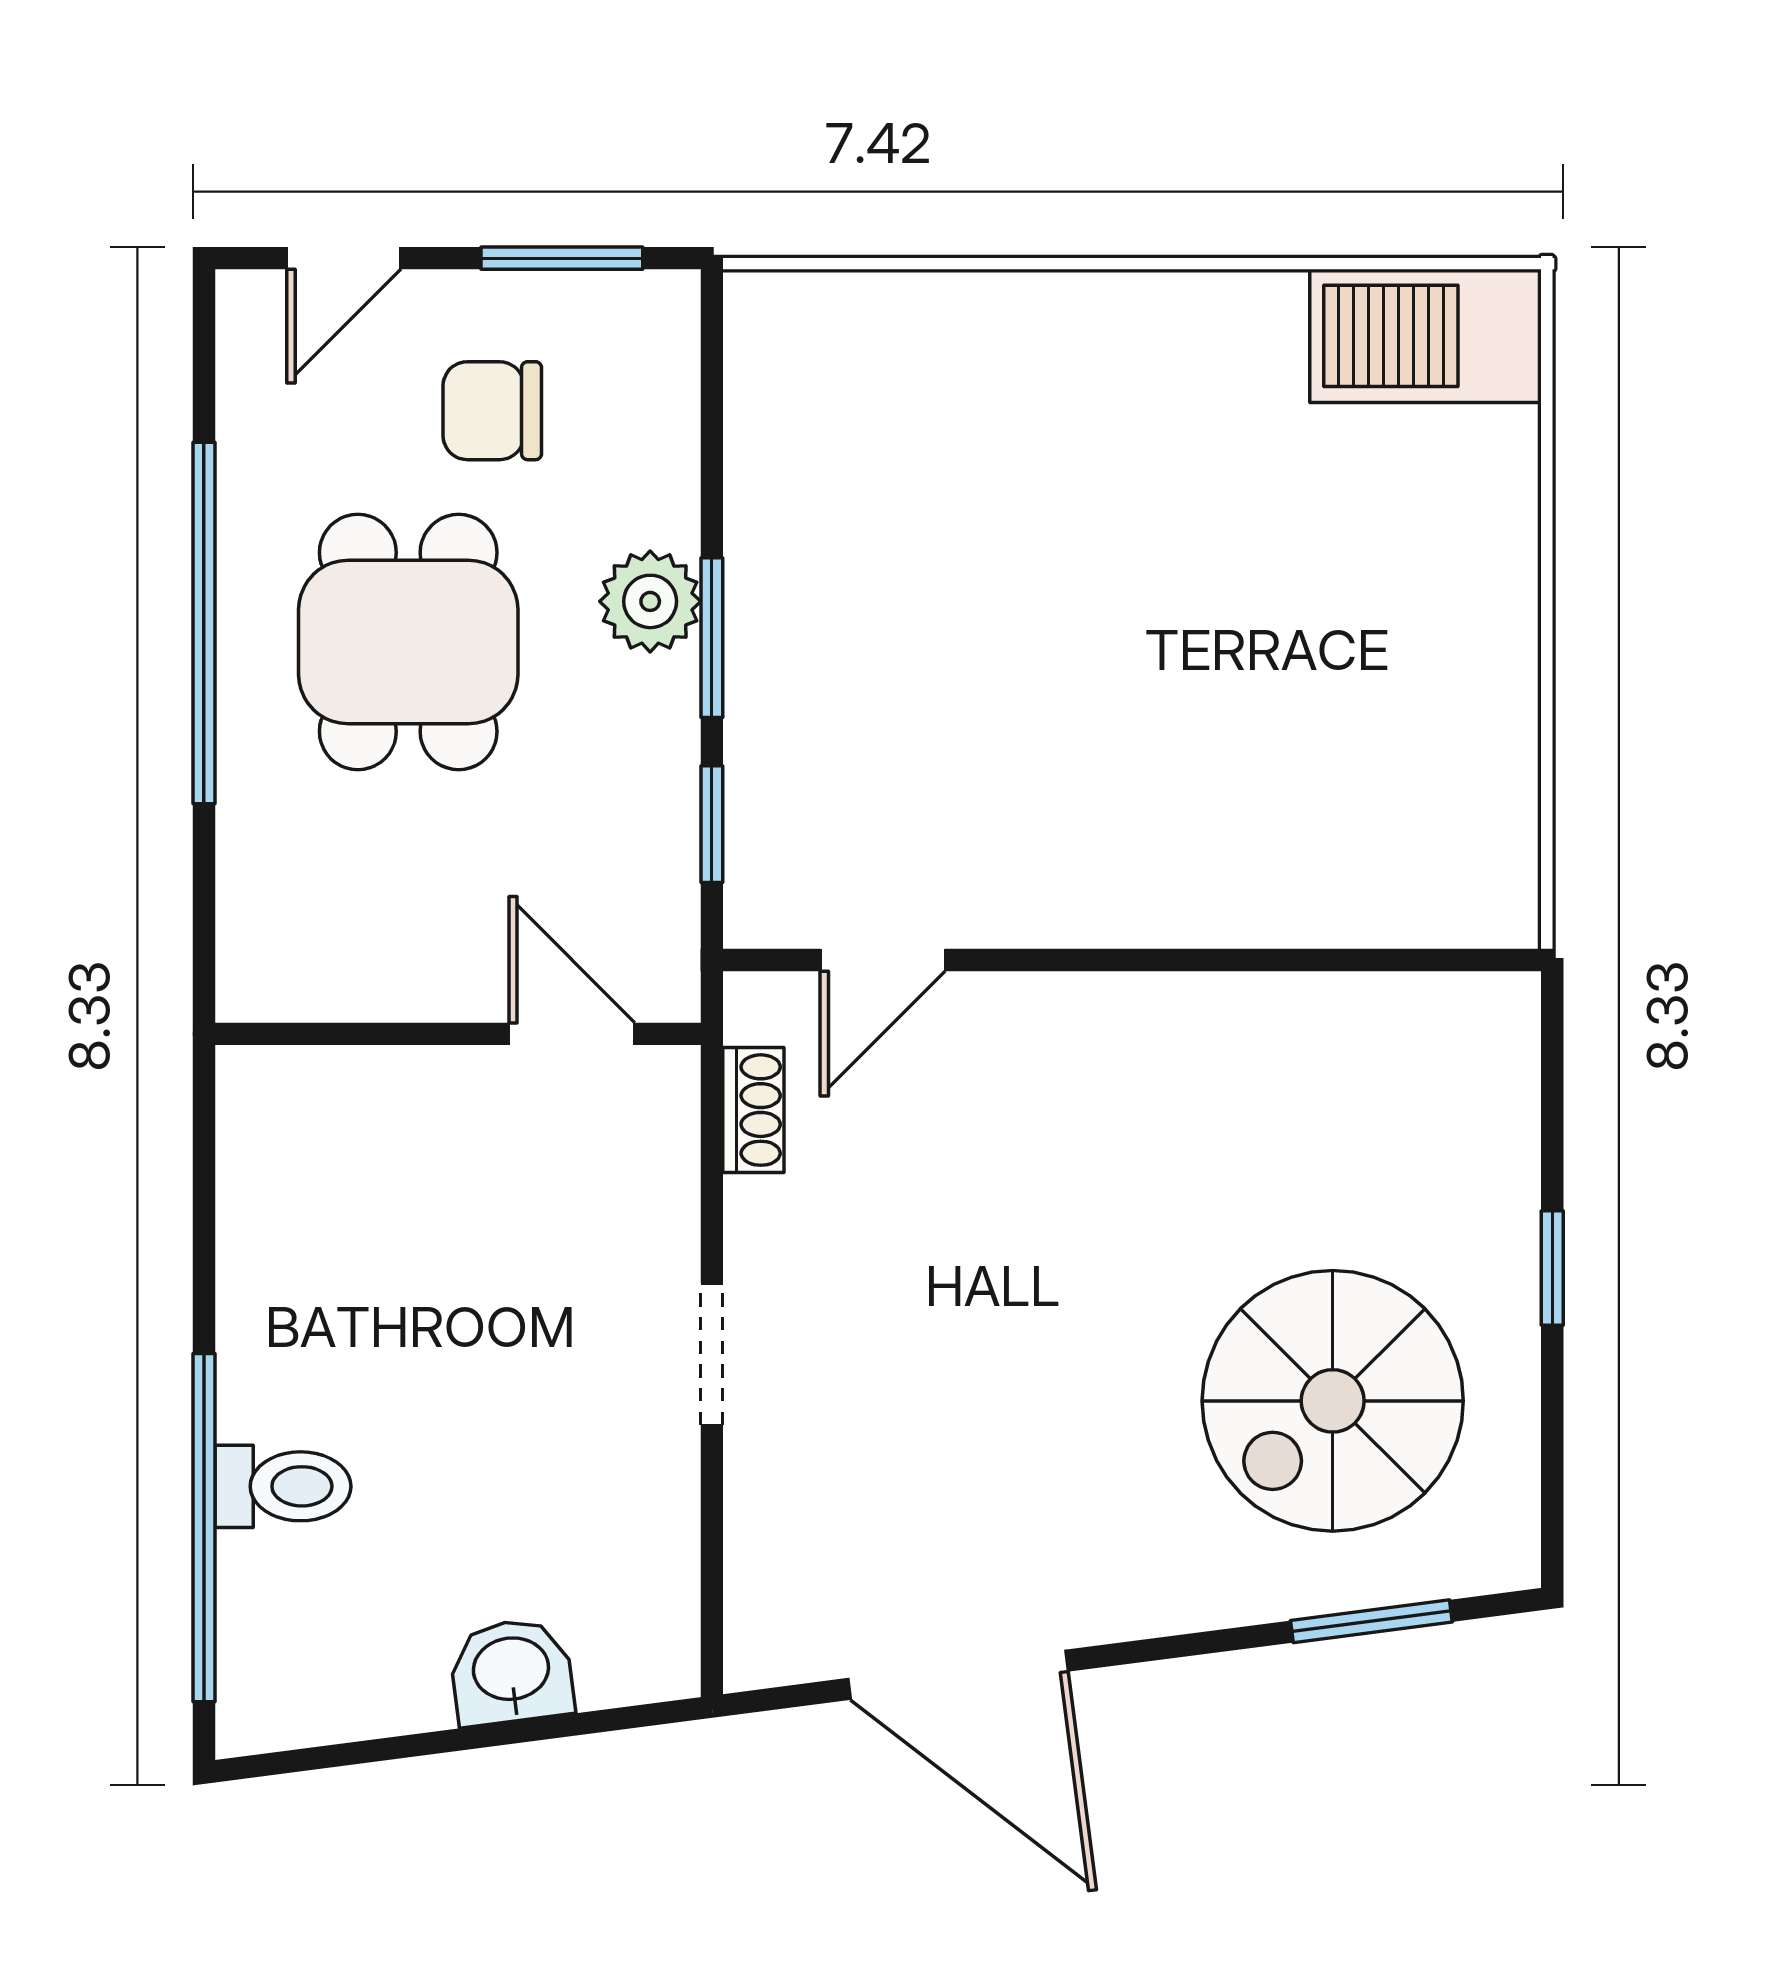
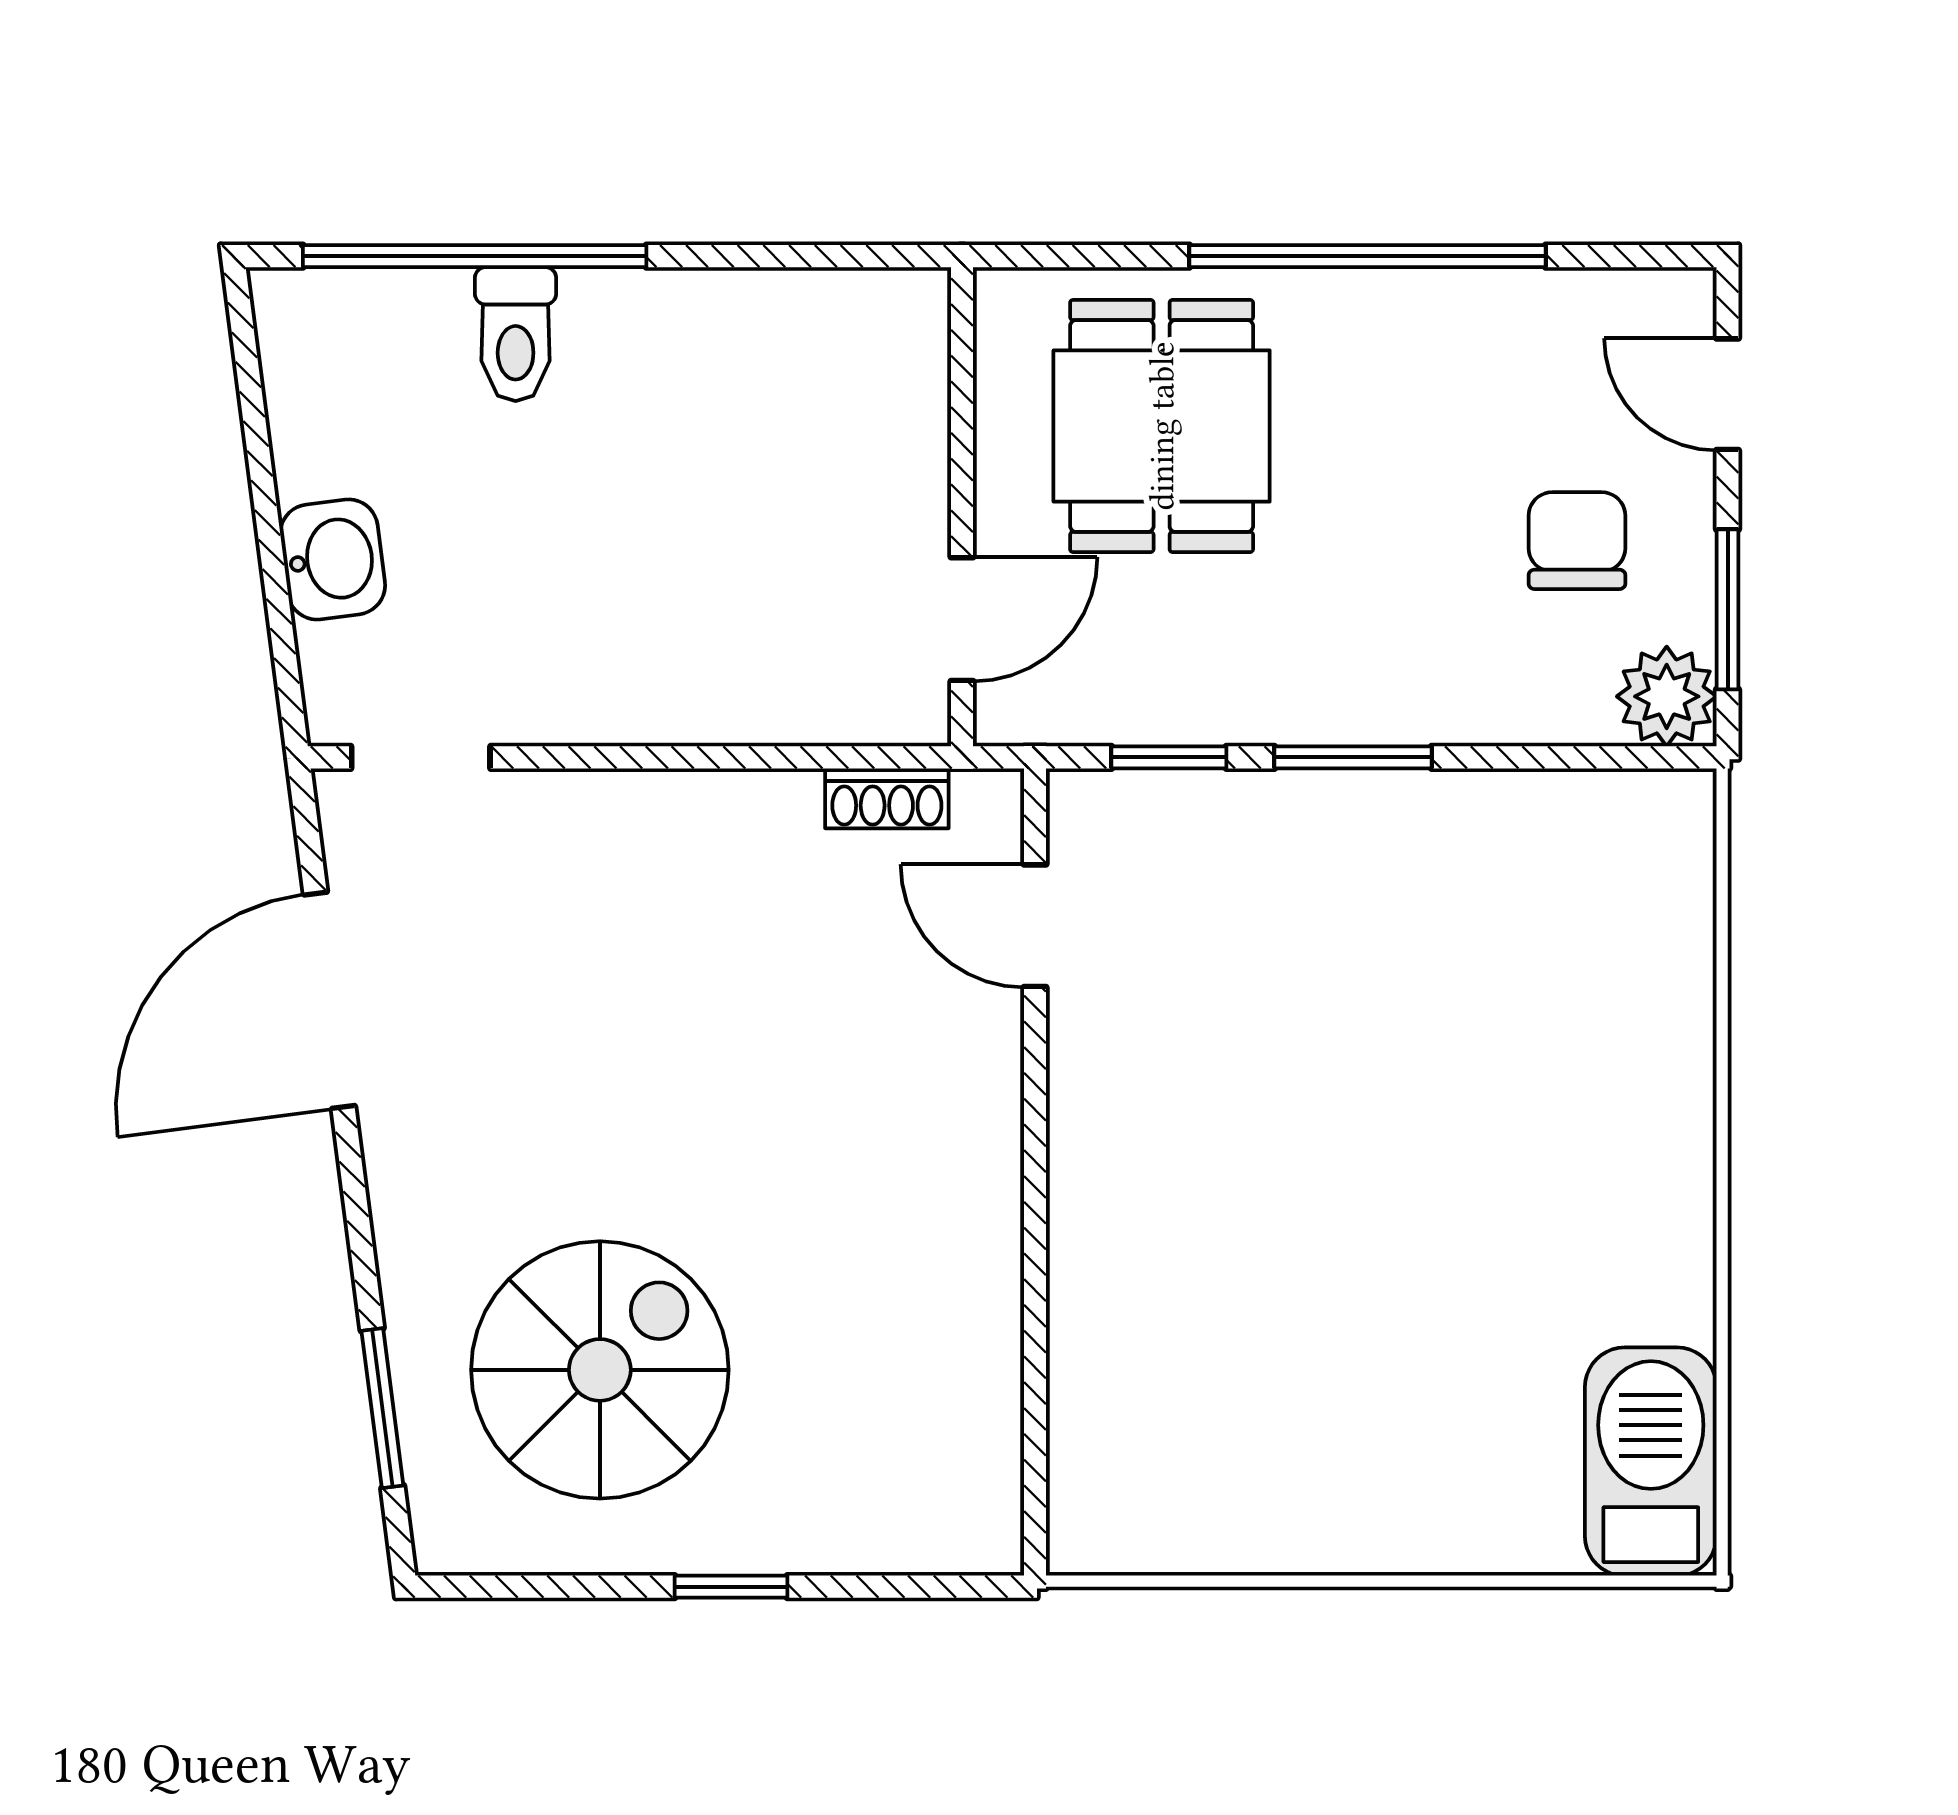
plant: (650, 601) -> (1667, 696), moved
dining table: (408, 642) -> (1162, 426), moved, turned 90
doorway: (712, 1354) -> (421, 757), moved
spiral stairs: (1333, 1401) -> (600, 1370), turned 90

